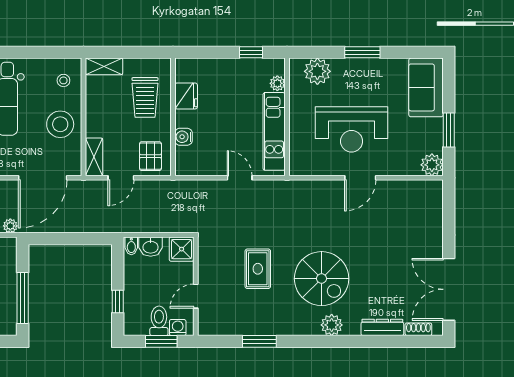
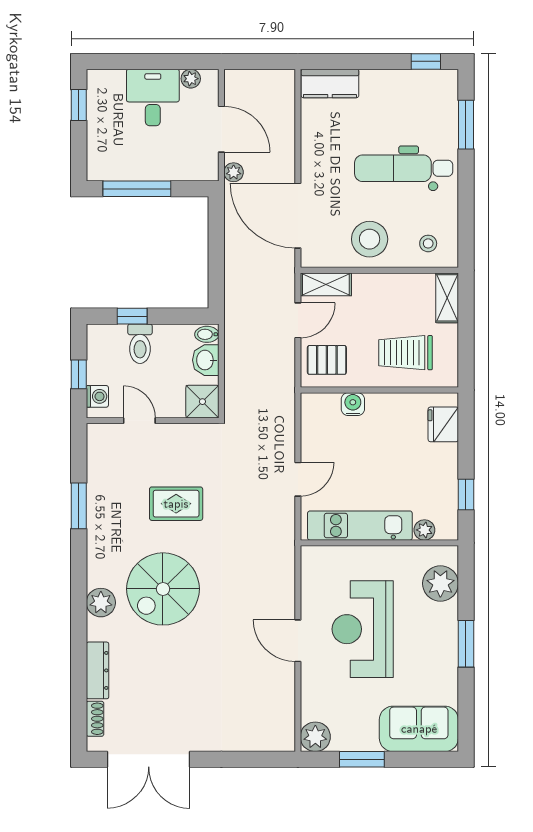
fridge: (186, 96) -> (443, 424), moved, turned 90
door: (121, 178) -> (298, 320), swing flipped
double door: (449, 289) -> (149, 759), swing flipped
toilet: (159, 321) -> (140, 344), moved, turned 90
window: (161, 341) -> (79, 374), width x0.67

